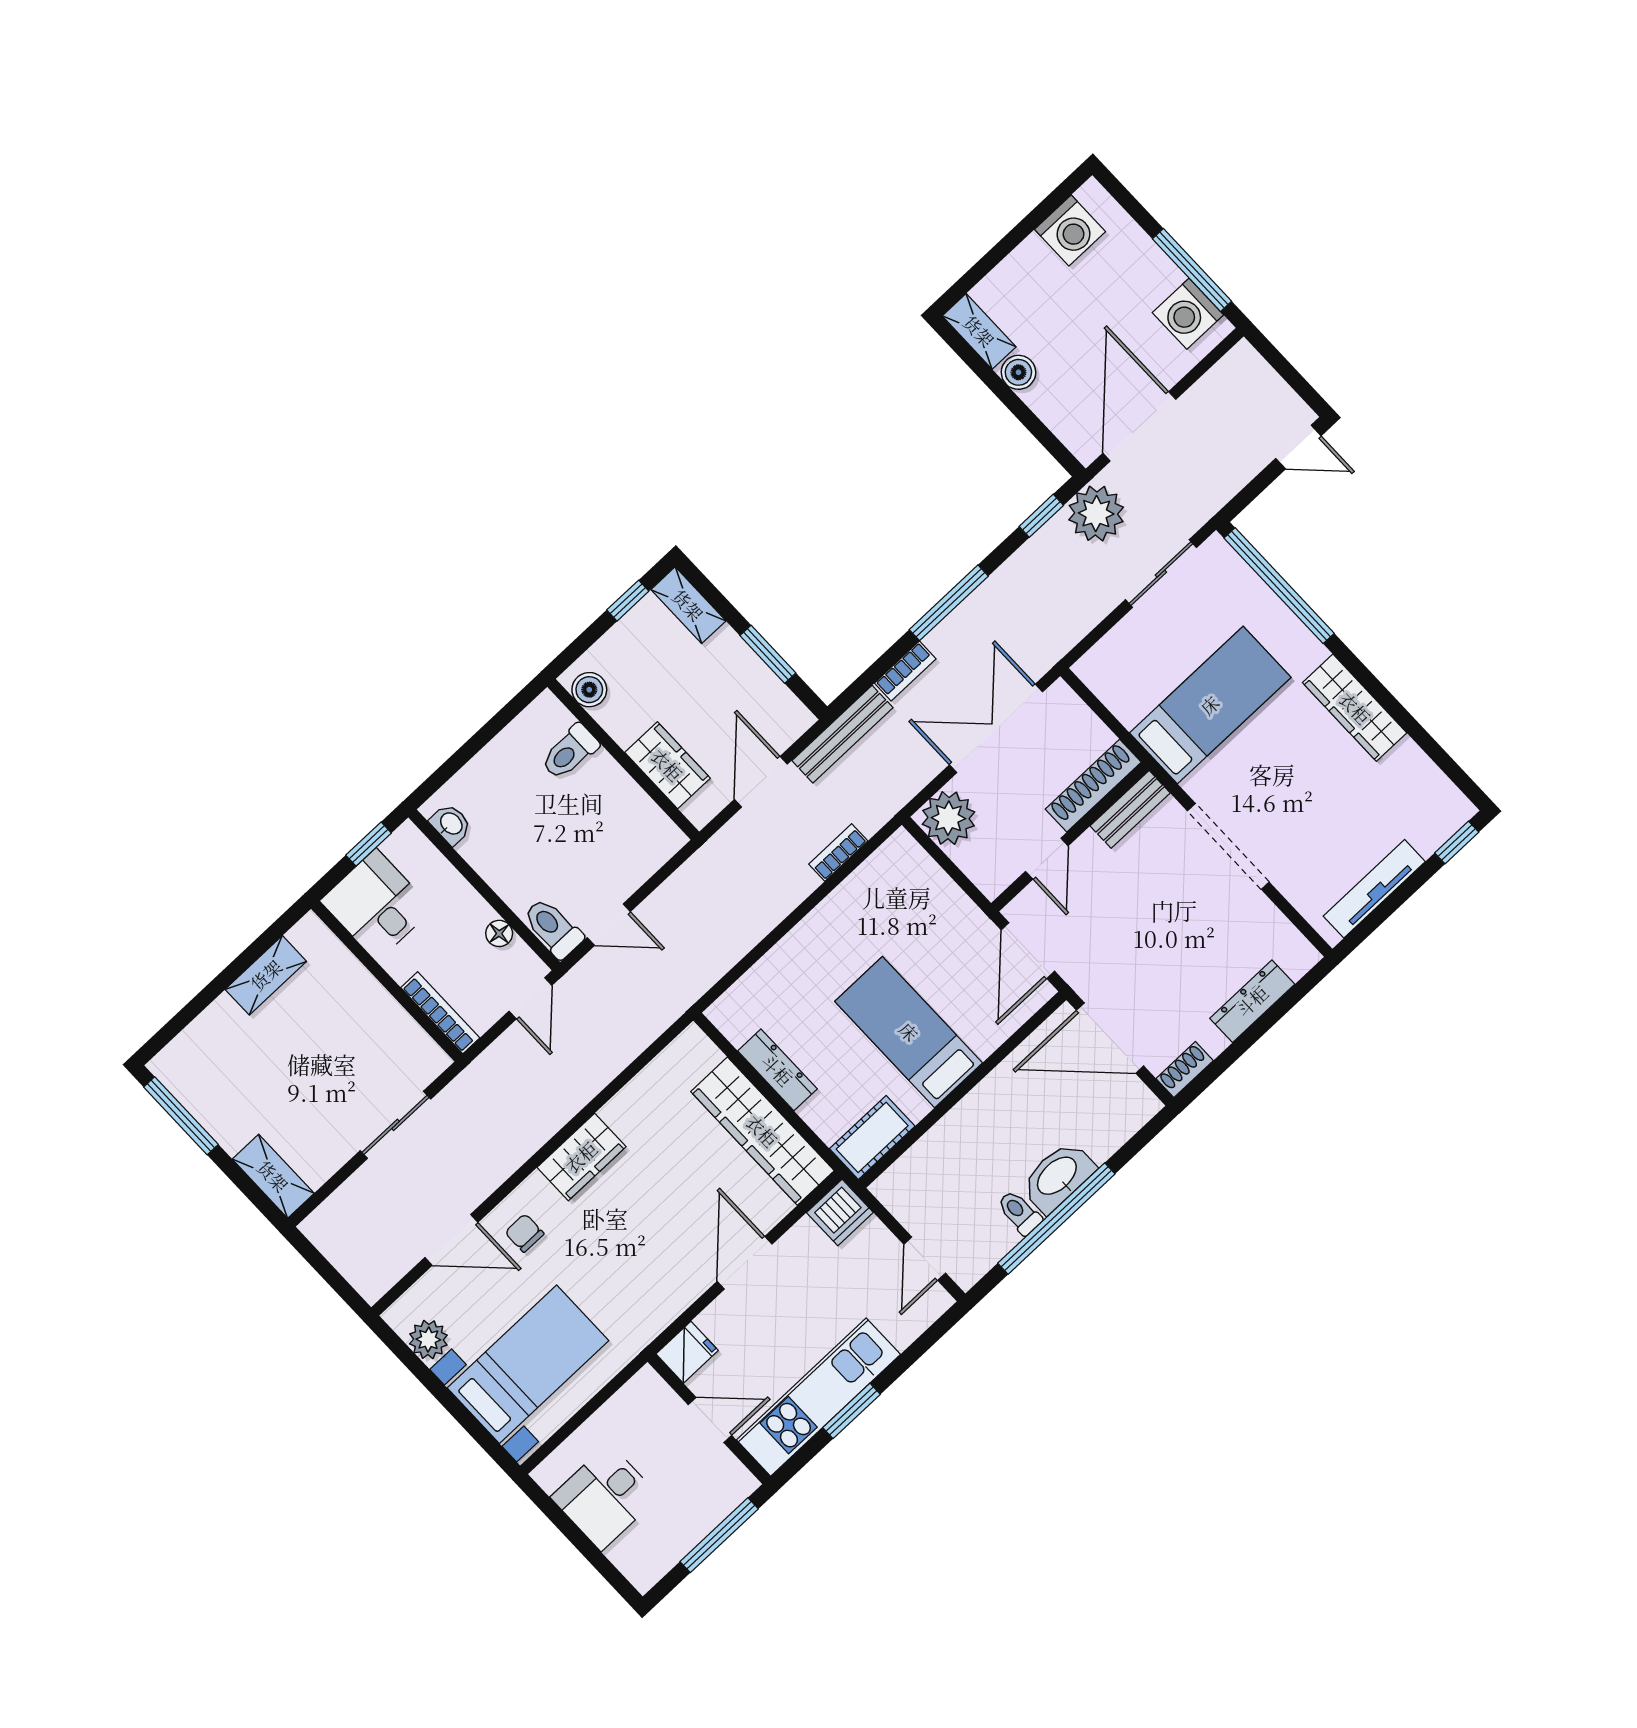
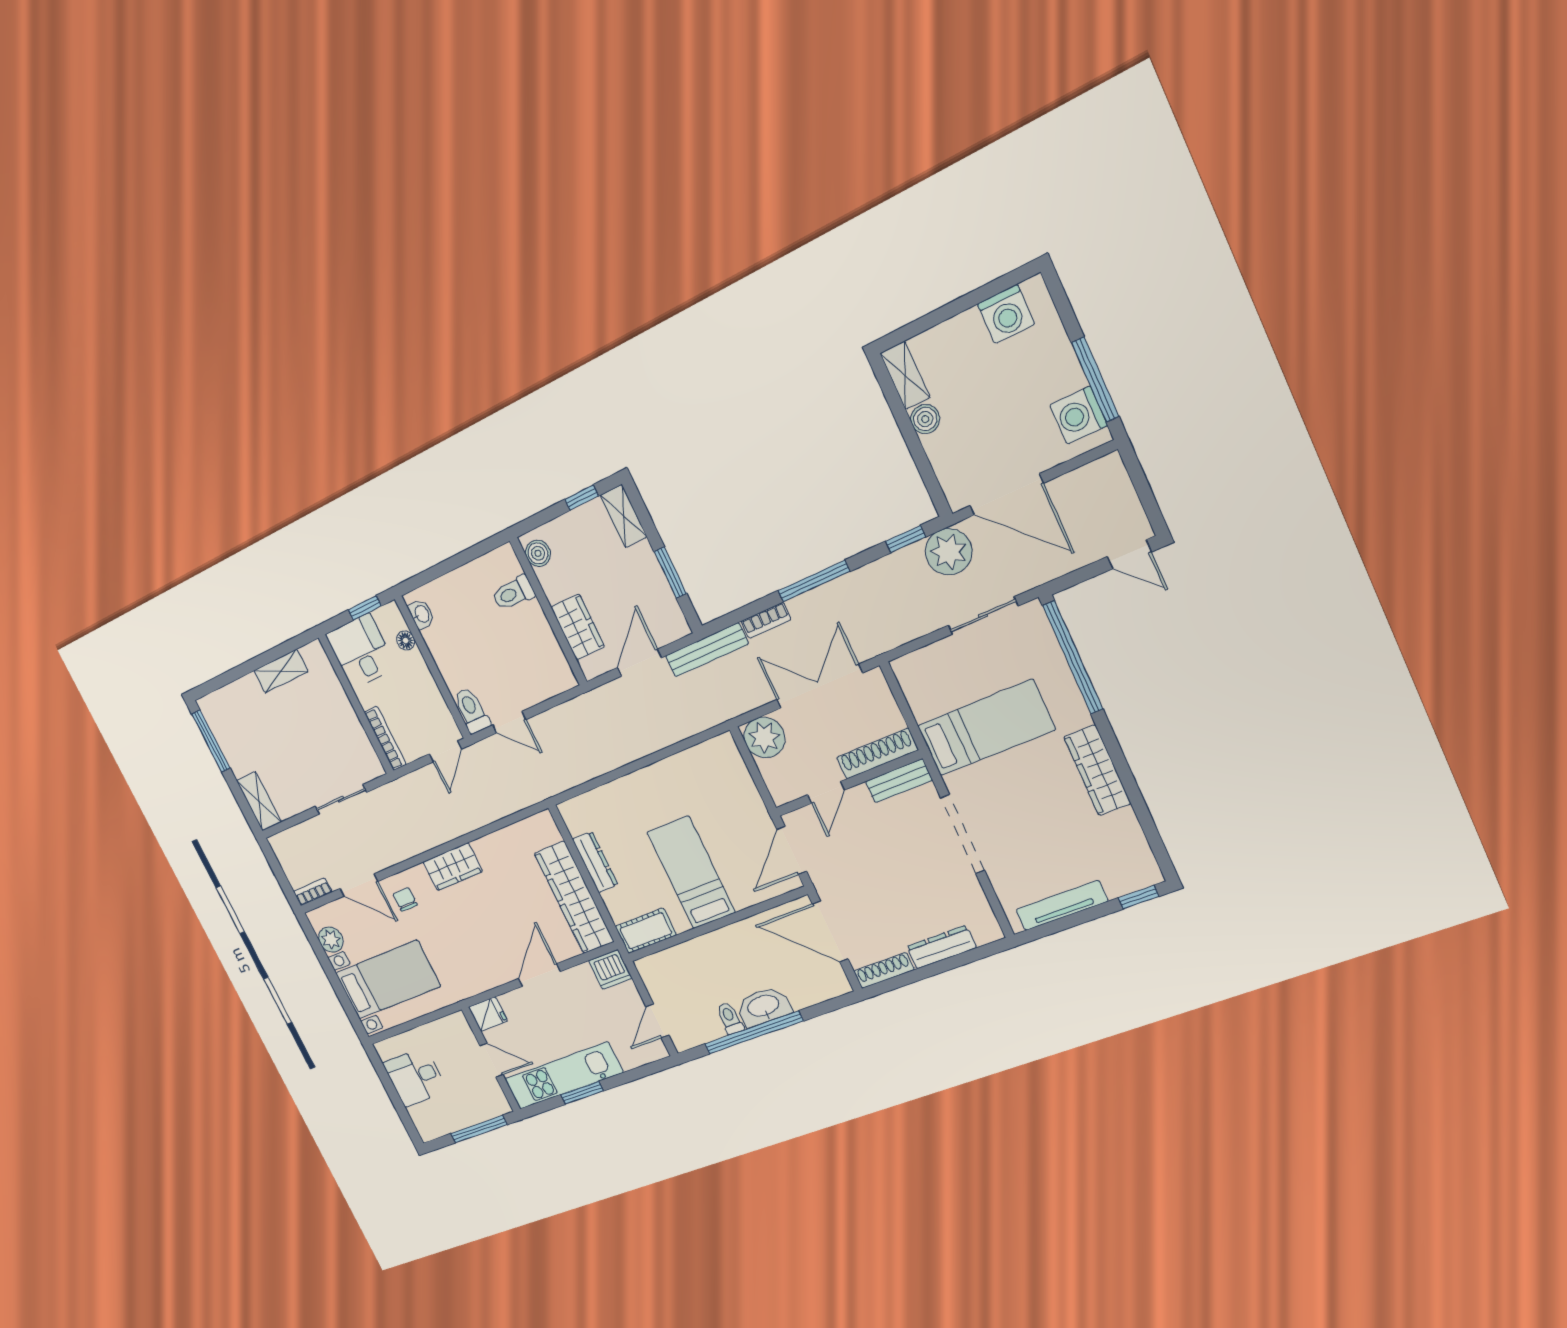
door: (1139, 426) -> (1007, 494), swing flipped
bookcase: (838, 852) -> (313, 892), moved
floor lamp: (499, 933) -> (406, 640), moved
shoe rack: (1185, 1070) -> (884, 970), width x1.43

